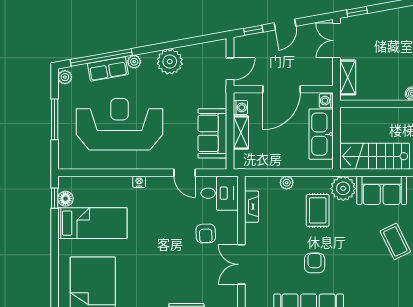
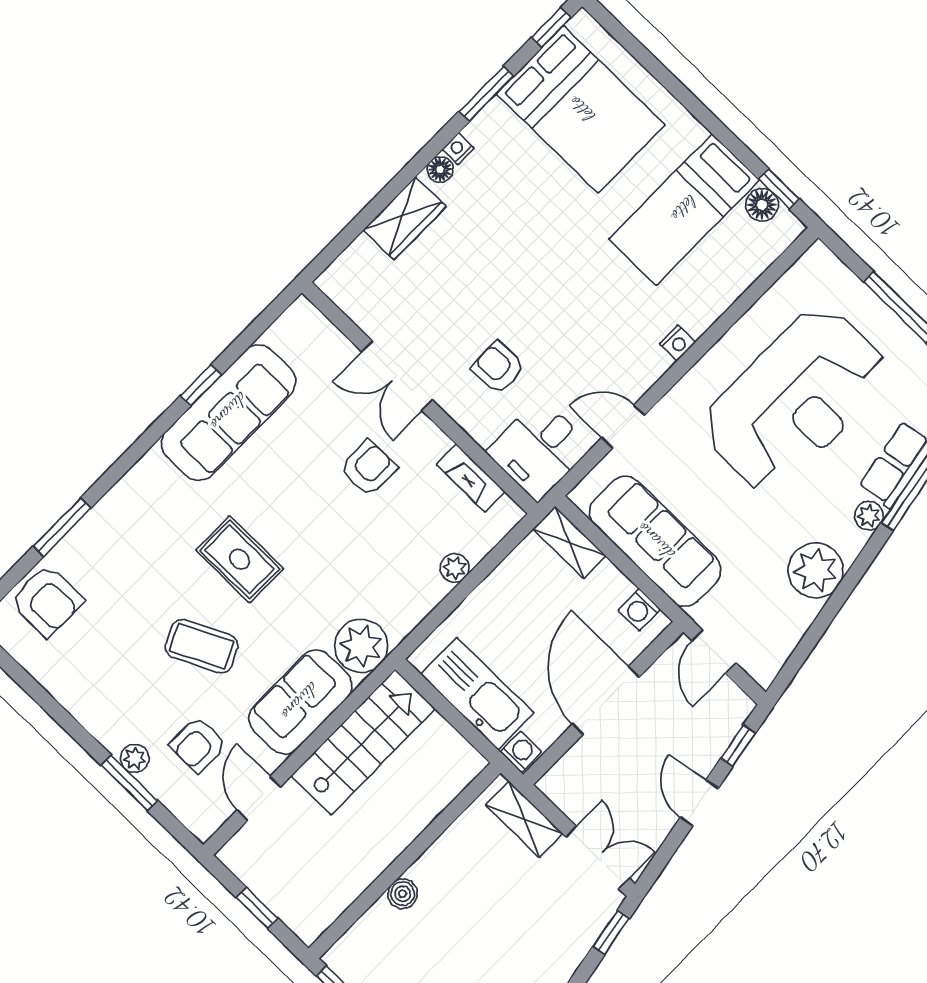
sofa: (212, 133) -> (655, 541), width x1.36
shelving: (241, 133) -> (569, 543), moved
rug: (318, 210) -> (240, 559), moved
armchair: (315, 263) -> (368, 468), moved, turned -90
double door: (241, 264) -> (397, 376), swing flipped

